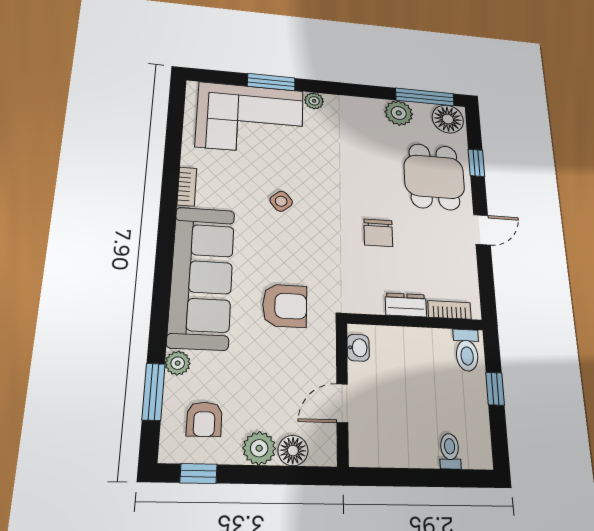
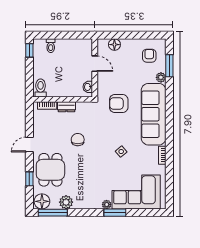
window: (271, 82) -> (115, 213), moved
window: (495, 389) -> (29, 50), moved
door: (342, 403) -> (95, 64), hinge flipped
plant: (259, 448) -> (128, 45), removed
window: (198, 474) -> (150, 35), removed

